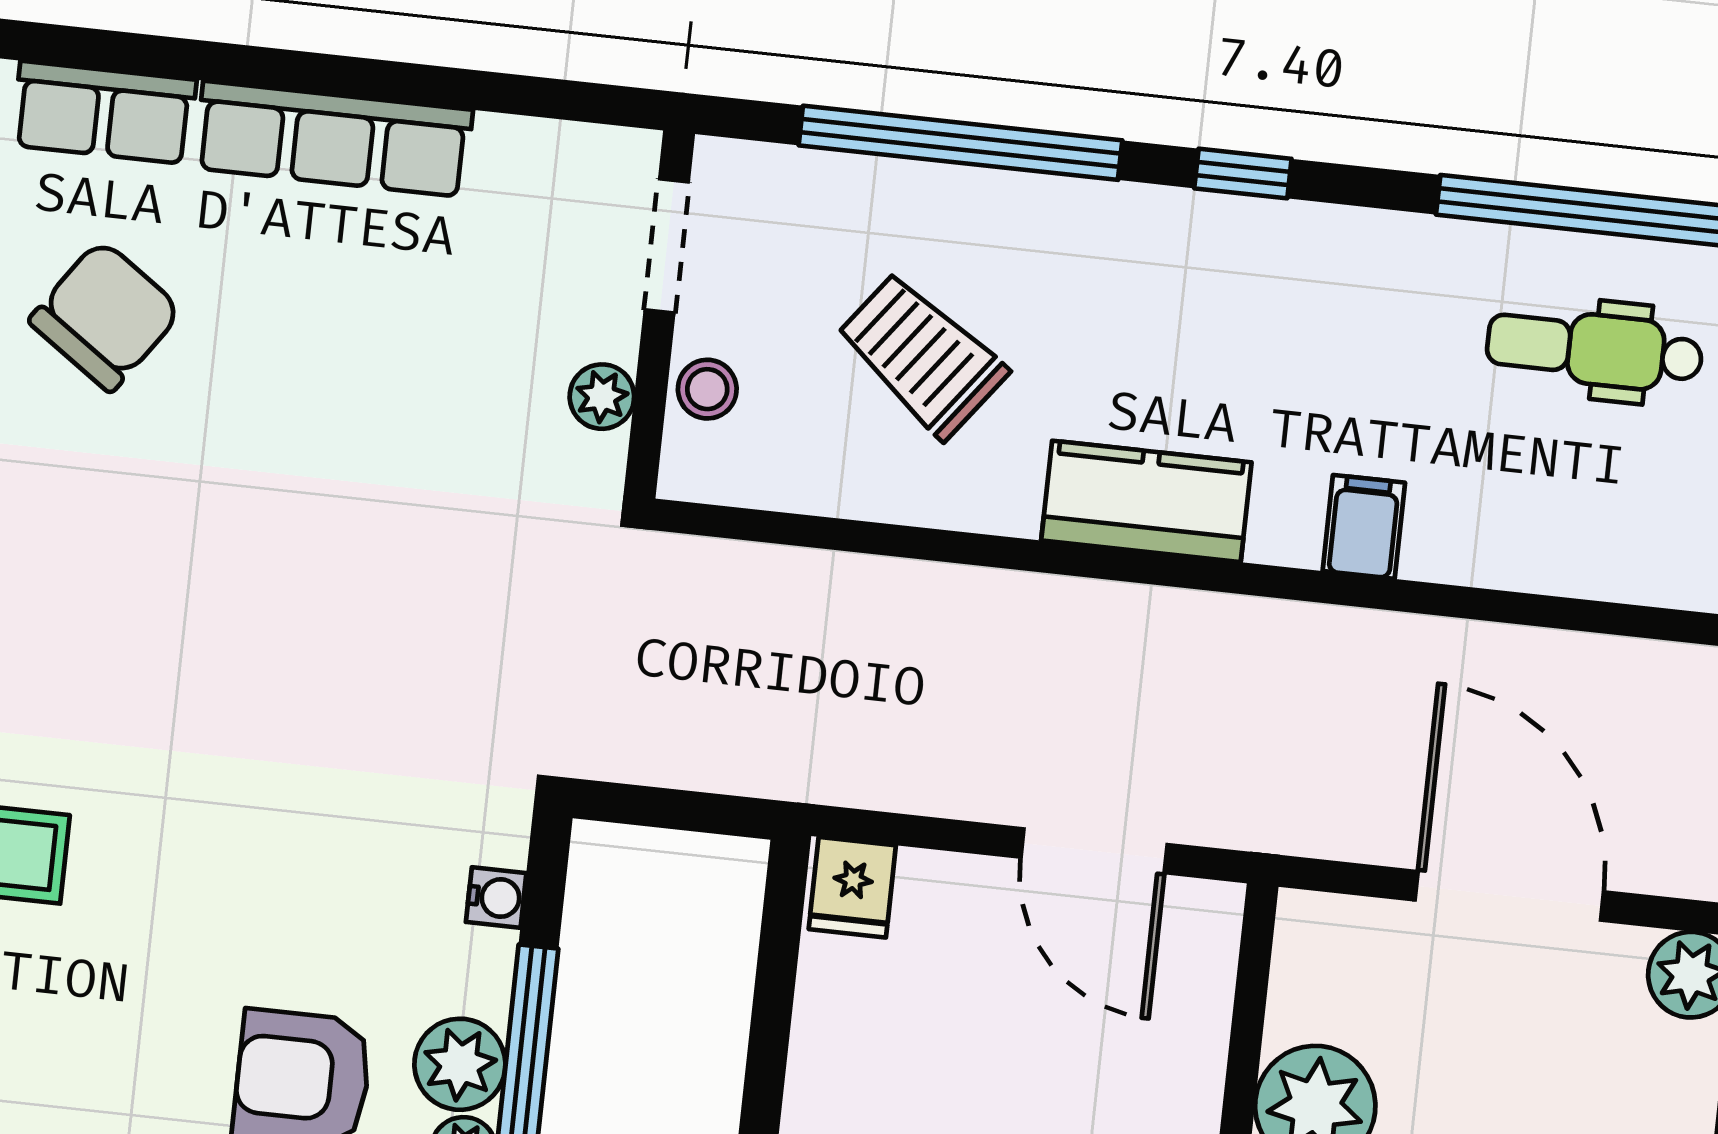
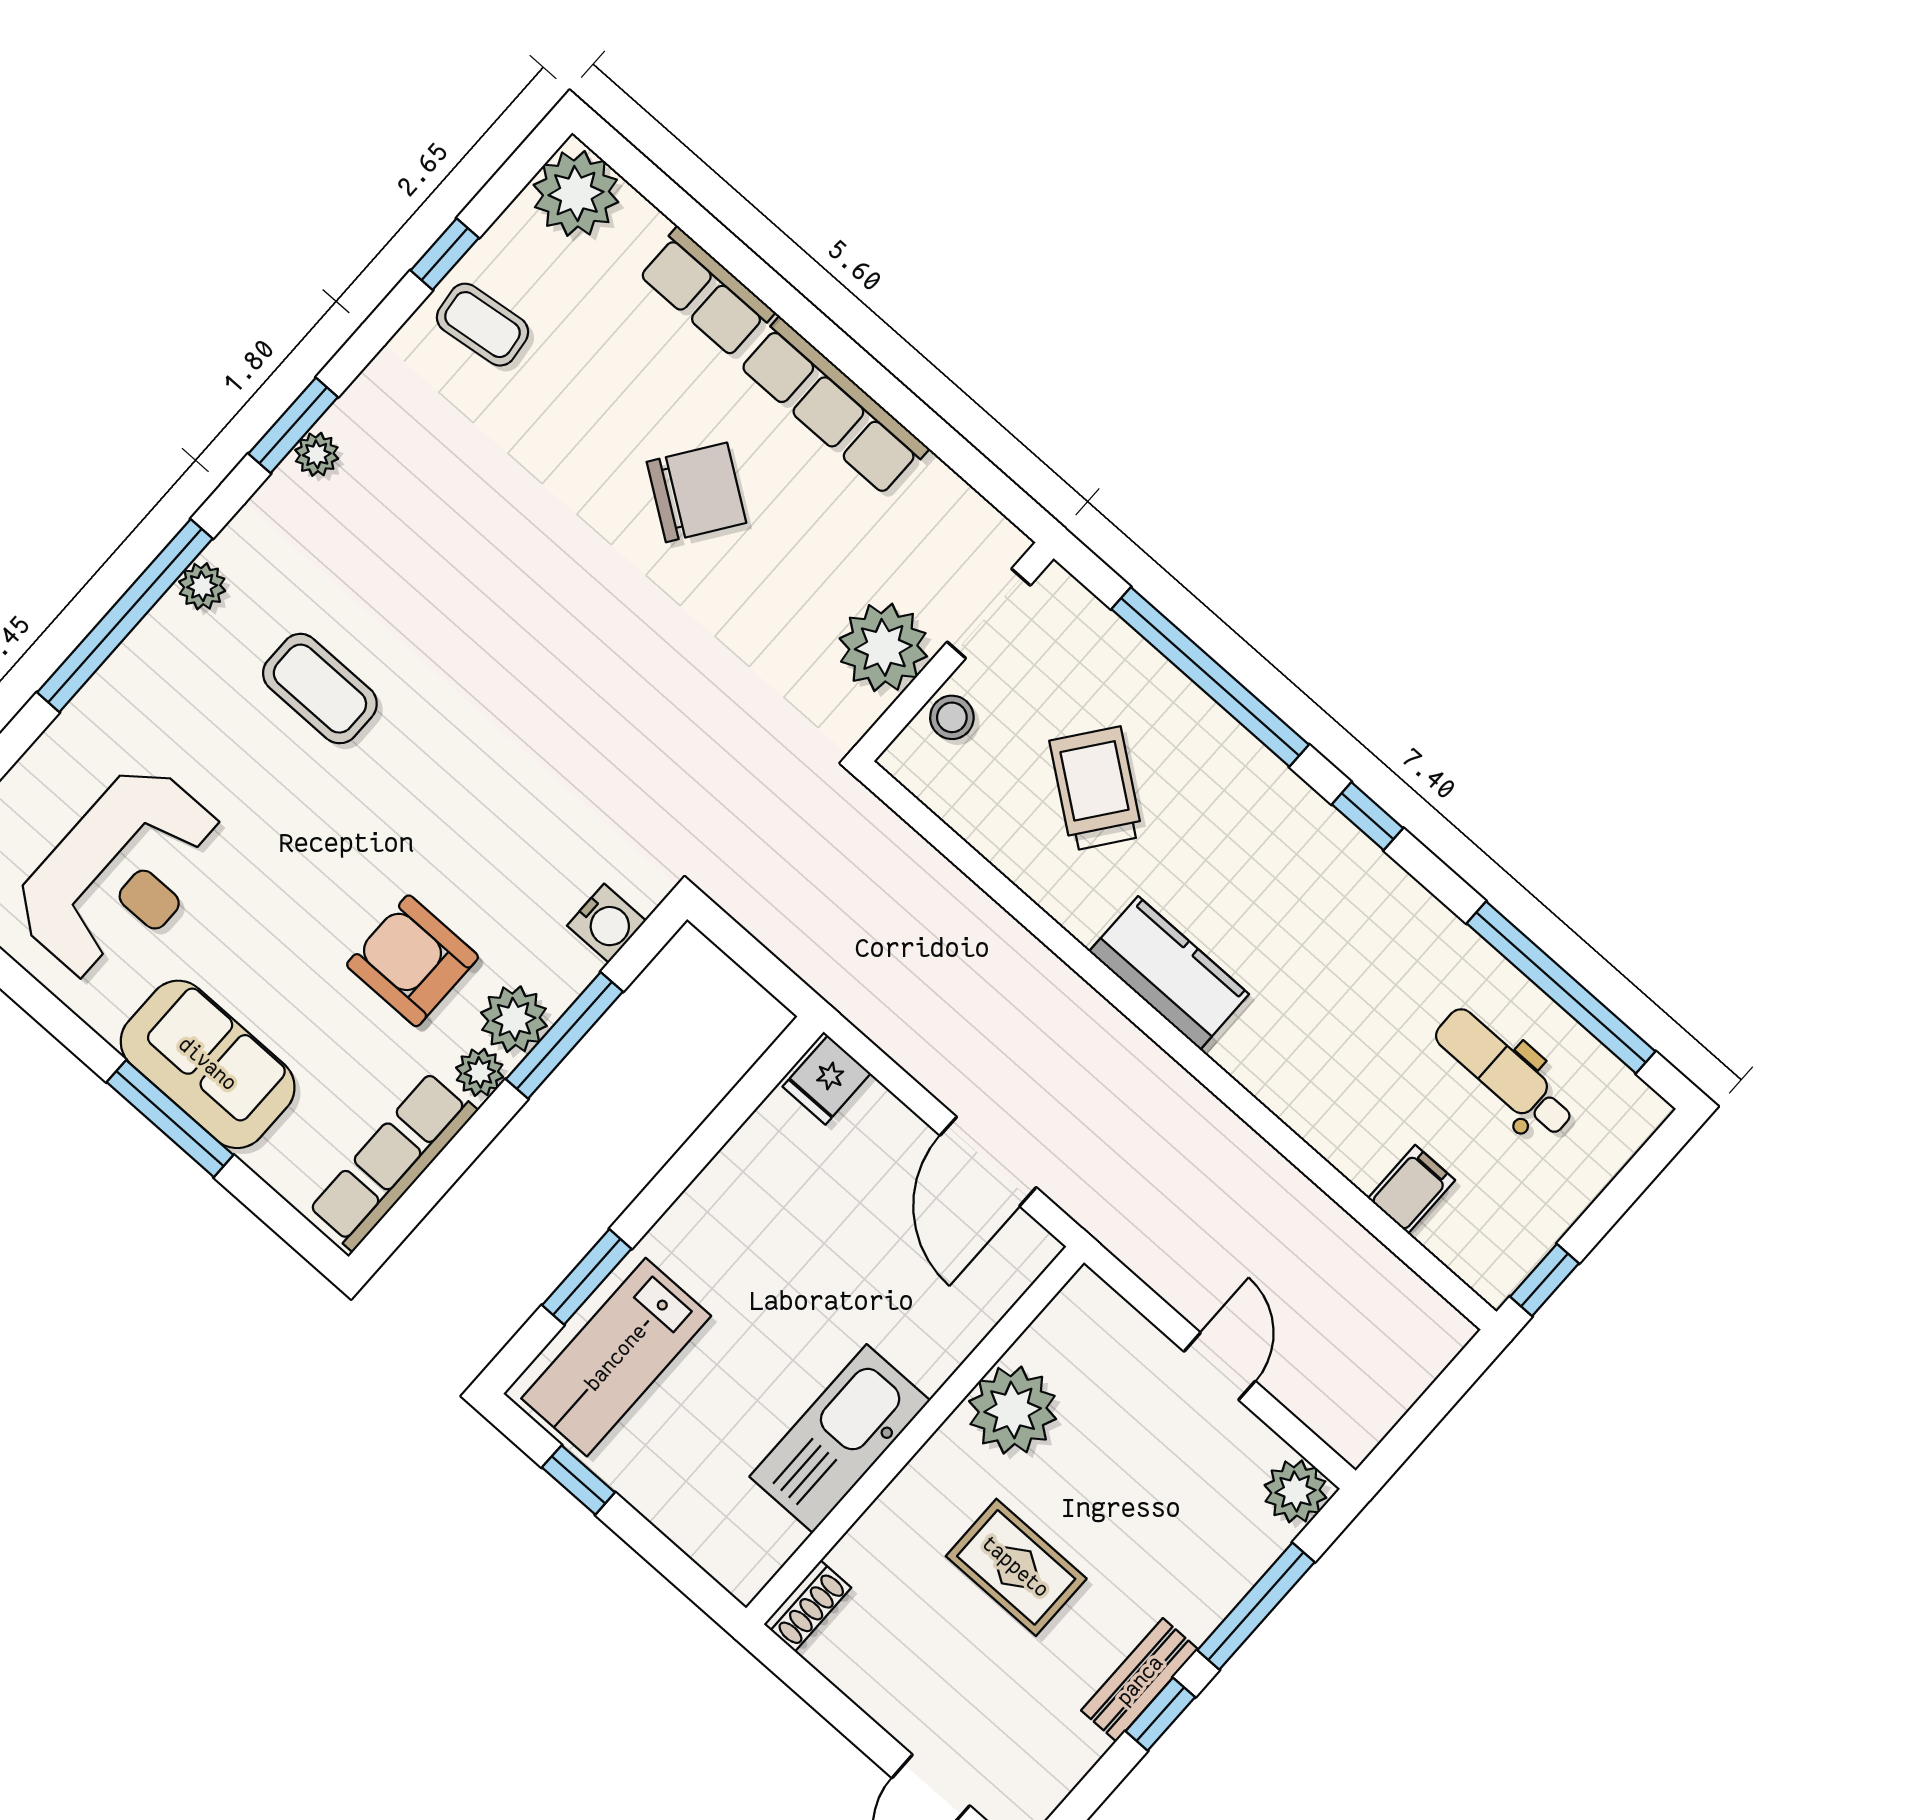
chair: (105, 316) -> (696, 492), moved
plant: (602, 397) -> (883, 647), width x1.88, depth x1.88
filing cabinet: (1364, 527) -> (1412, 1189), moved
door: (1509, 896) -> (1220, 1366), width x0.53
water cooler: (496, 898) -> (606, 923), width x1.38, depth x1.38

